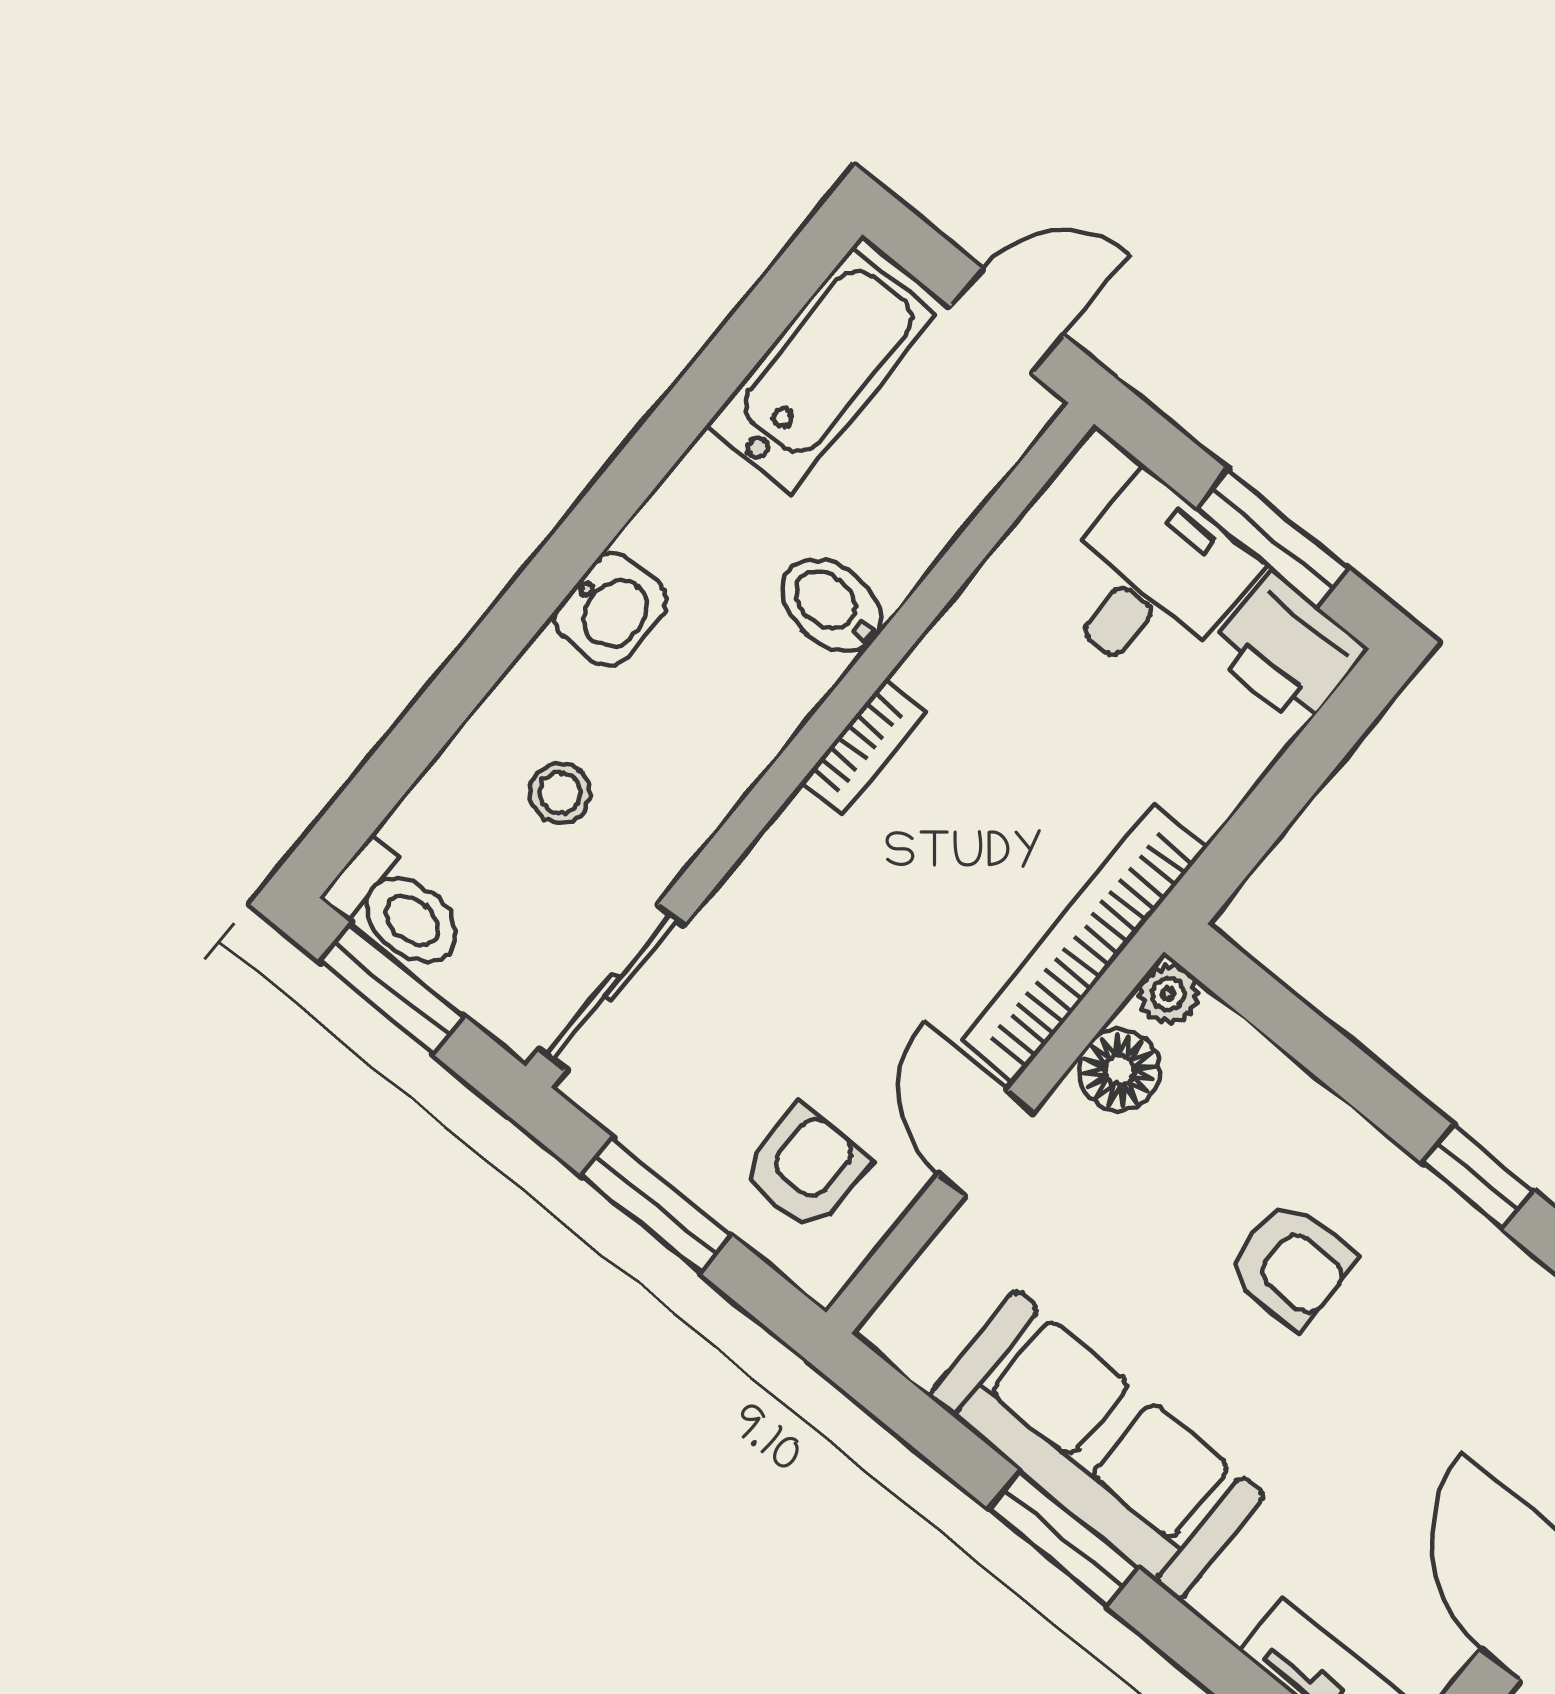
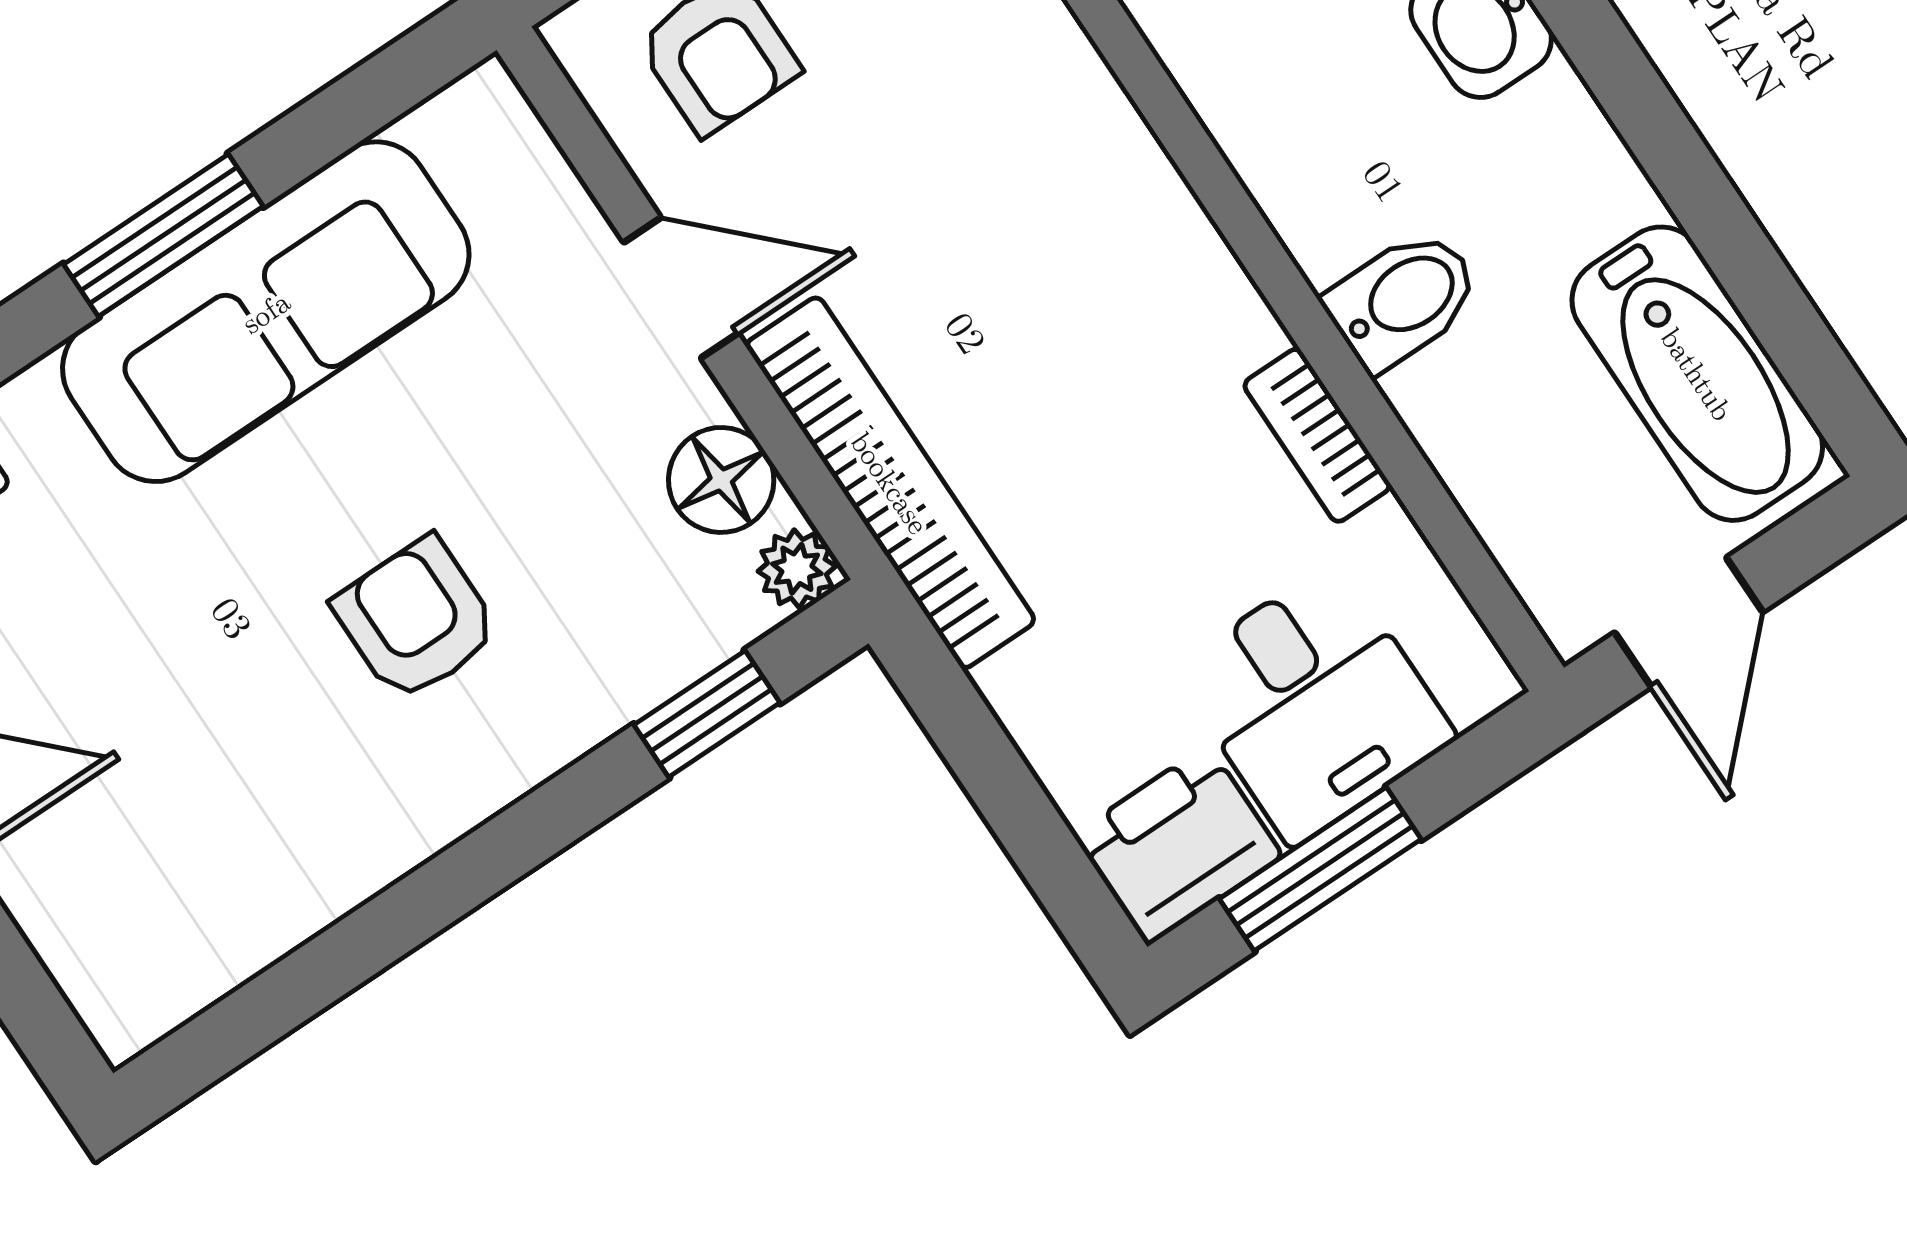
bookcase: (863, 747) -> (1317, 435), moved
window: (1478, 1177) -> (707, 714), moved
armchair: (1291, 1265) -> (416, 619), turned 90

